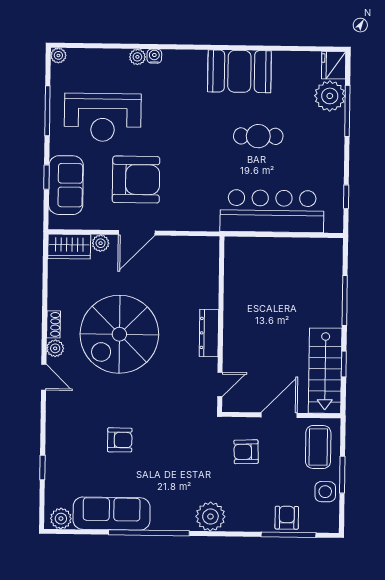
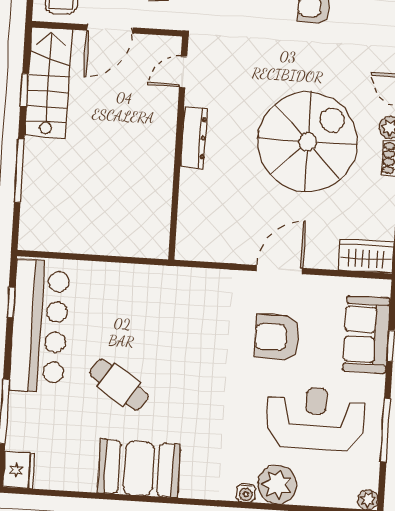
plant: (137, 57) -> (277, 485), width x1.87, depth x1.87
plant: (330, 96) -> (26, 431), removed
cafe table: (258, 136) -> (119, 385), turned 34
armchair: (136, 180) -> (277, 337), width x0.73, depth x0.73
bar counter: (272, 211) -> (39, 326), moved, turned -90
plant: (101, 243) -> (326, 259), removed

